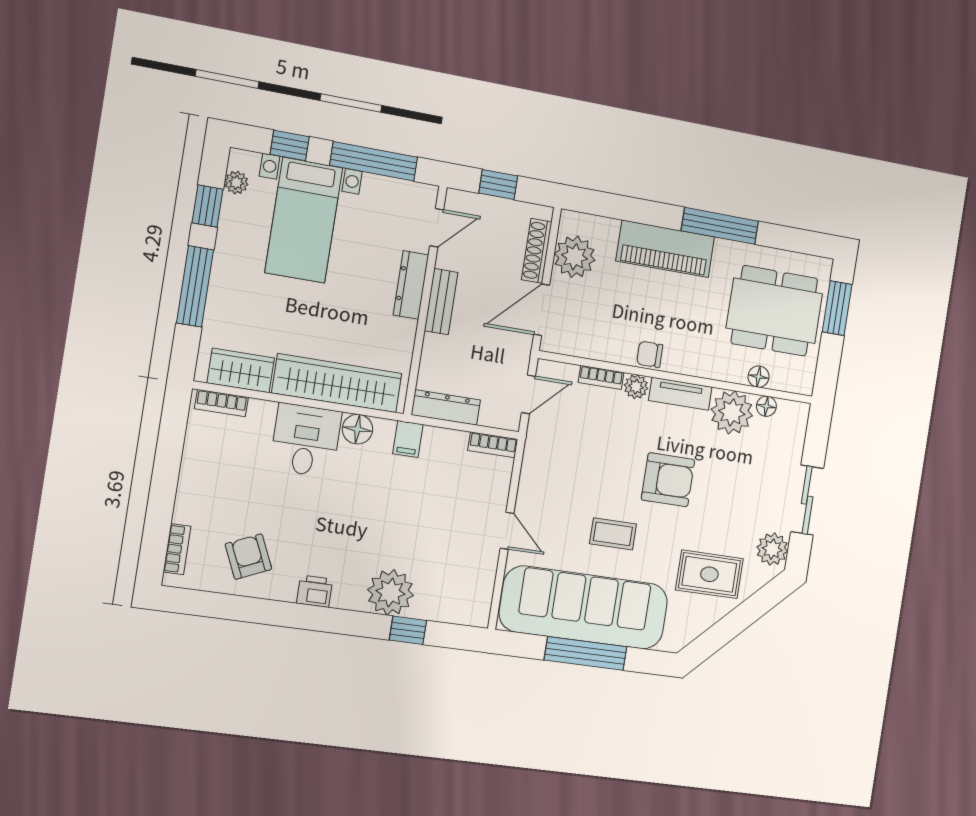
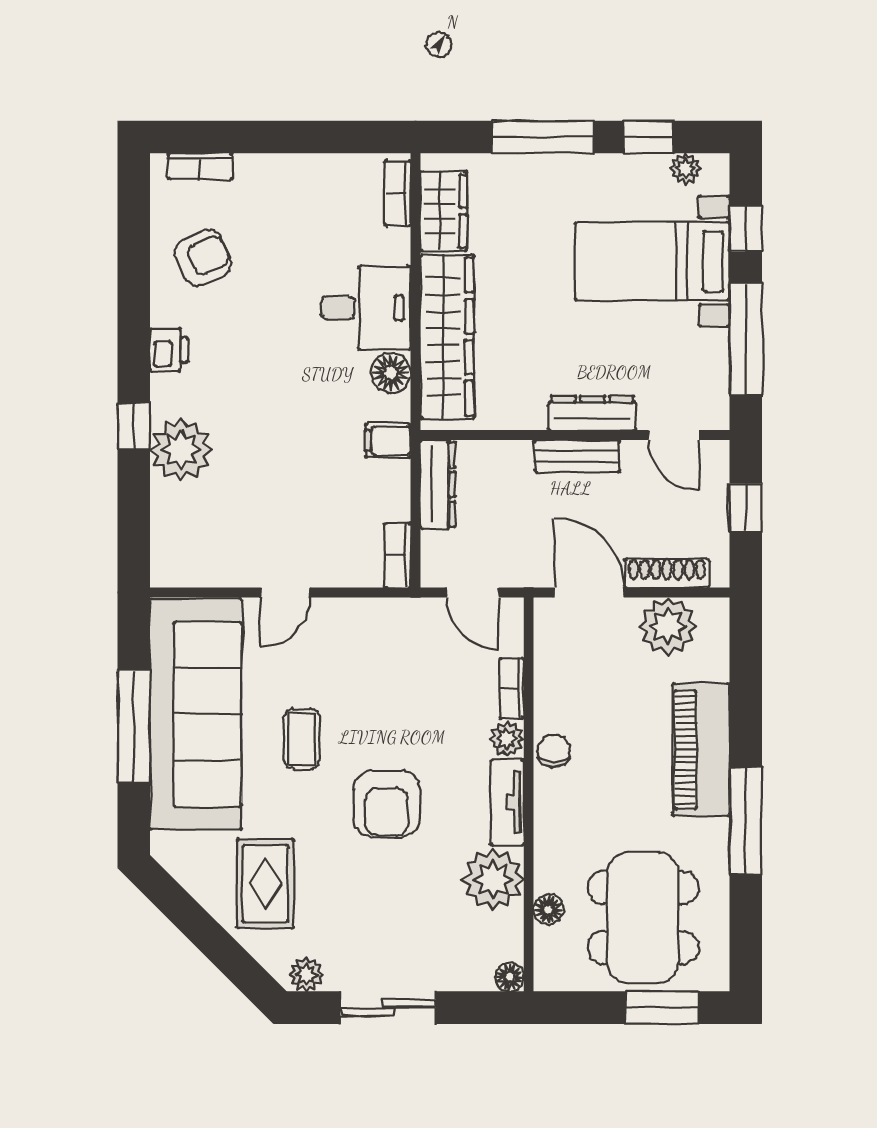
floor lamp: (766, 406) -> (509, 977), moved
plant: (772, 549) -> (306, 975), width x0.73, depth x0.73
window: (408, 630) -> (134, 426), moved

